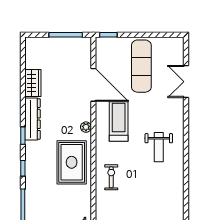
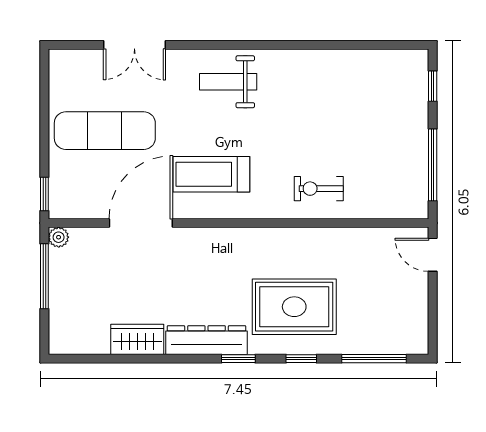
plant: (86, 127) -> (59, 237), moved
weight bench: (159, 147) -> (228, 82), moved, turned 180
rug: (72, 162) -> (294, 307), moved

